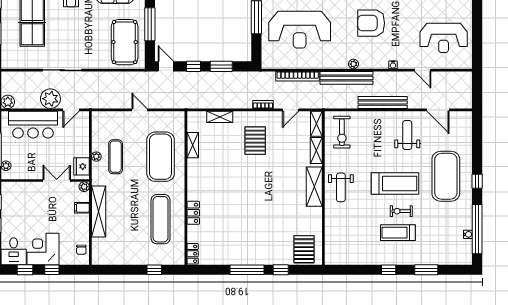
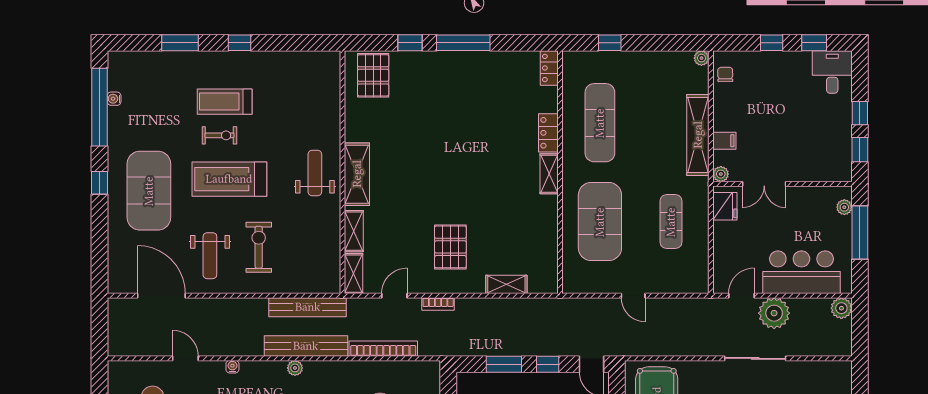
bench: (383, 103) -> (308, 307), moved
door: (438, 110) -> (161, 296), width x1.36
exercise bike: (342, 132) -> (259, 247), moved
shelving: (193, 145) -> (549, 174), moved
plant: (96, 157) -> (701, 58), moved
treadmill: (398, 233) -> (225, 102), turned 180
corner desk: (43, 249) -> (786, 76), removed

